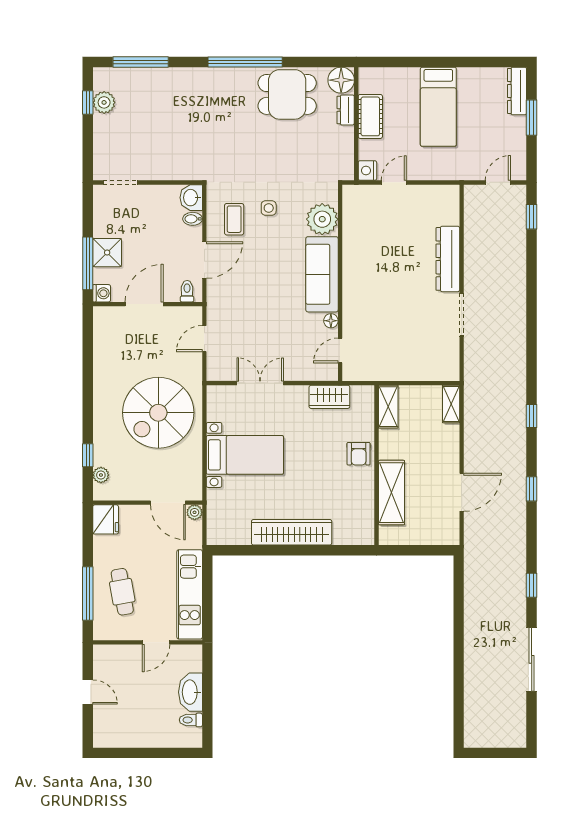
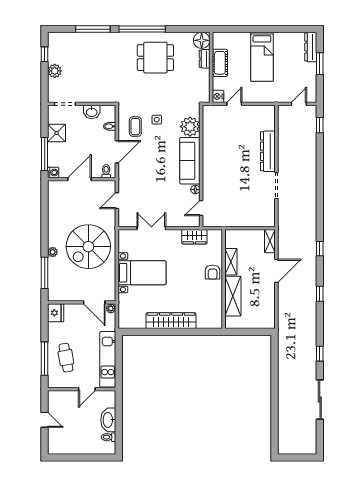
window: (141, 62) -> (93, 29), moved
dining table: (287, 94) -> (155, 58), moved
plant: (104, 102) -> (55, 71), moved
washbasin: (191, 198) -> (92, 112), moved, turned -90
shower: (107, 253) -> (57, 133), moved
shelving: (388, 407) -> (231, 262), moved
window: (88, 455) -> (45, 273), width x2.17
plant: (101, 475) -> (53, 252), moved
door: (462, 492) -> (276, 271), moved

